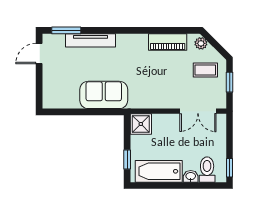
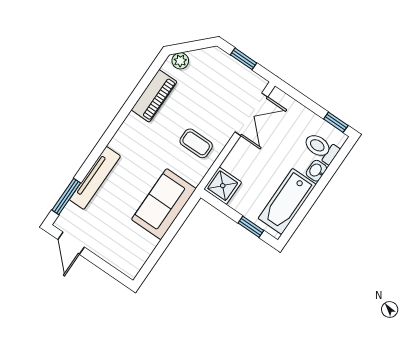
coffee table: (205, 70) -> (196, 143), moved, turned 90

